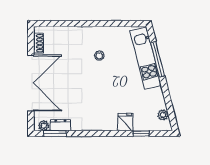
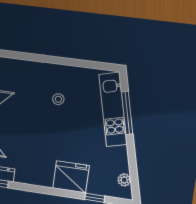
fridge: (125, 122) -> (71, 177), width x1.88, depth x1.34

